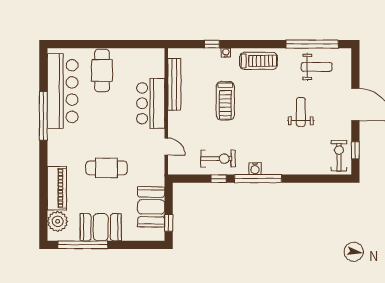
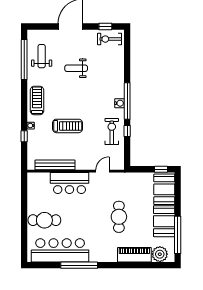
booth: (151, 207) -> (164, 189), moved, turned 90

